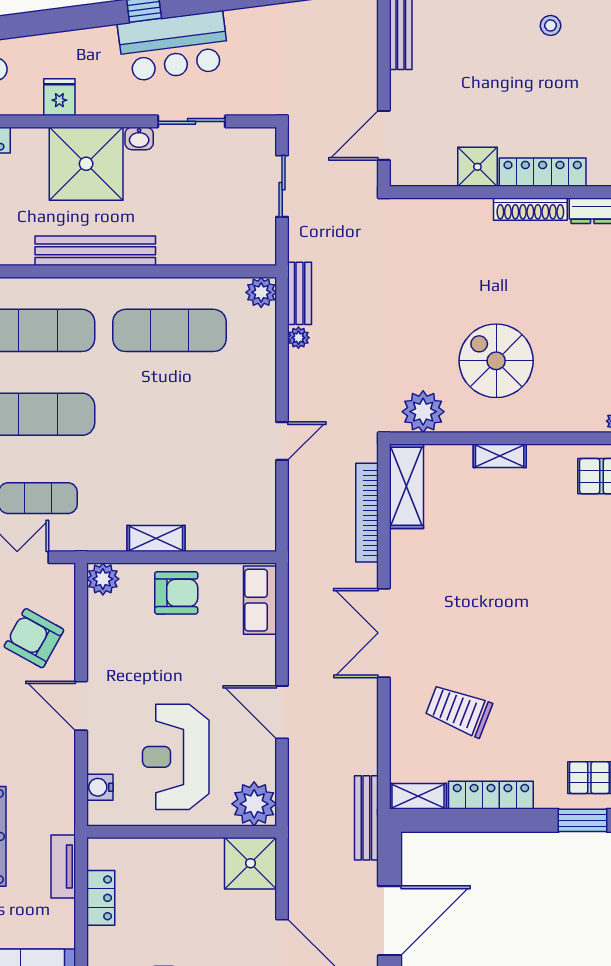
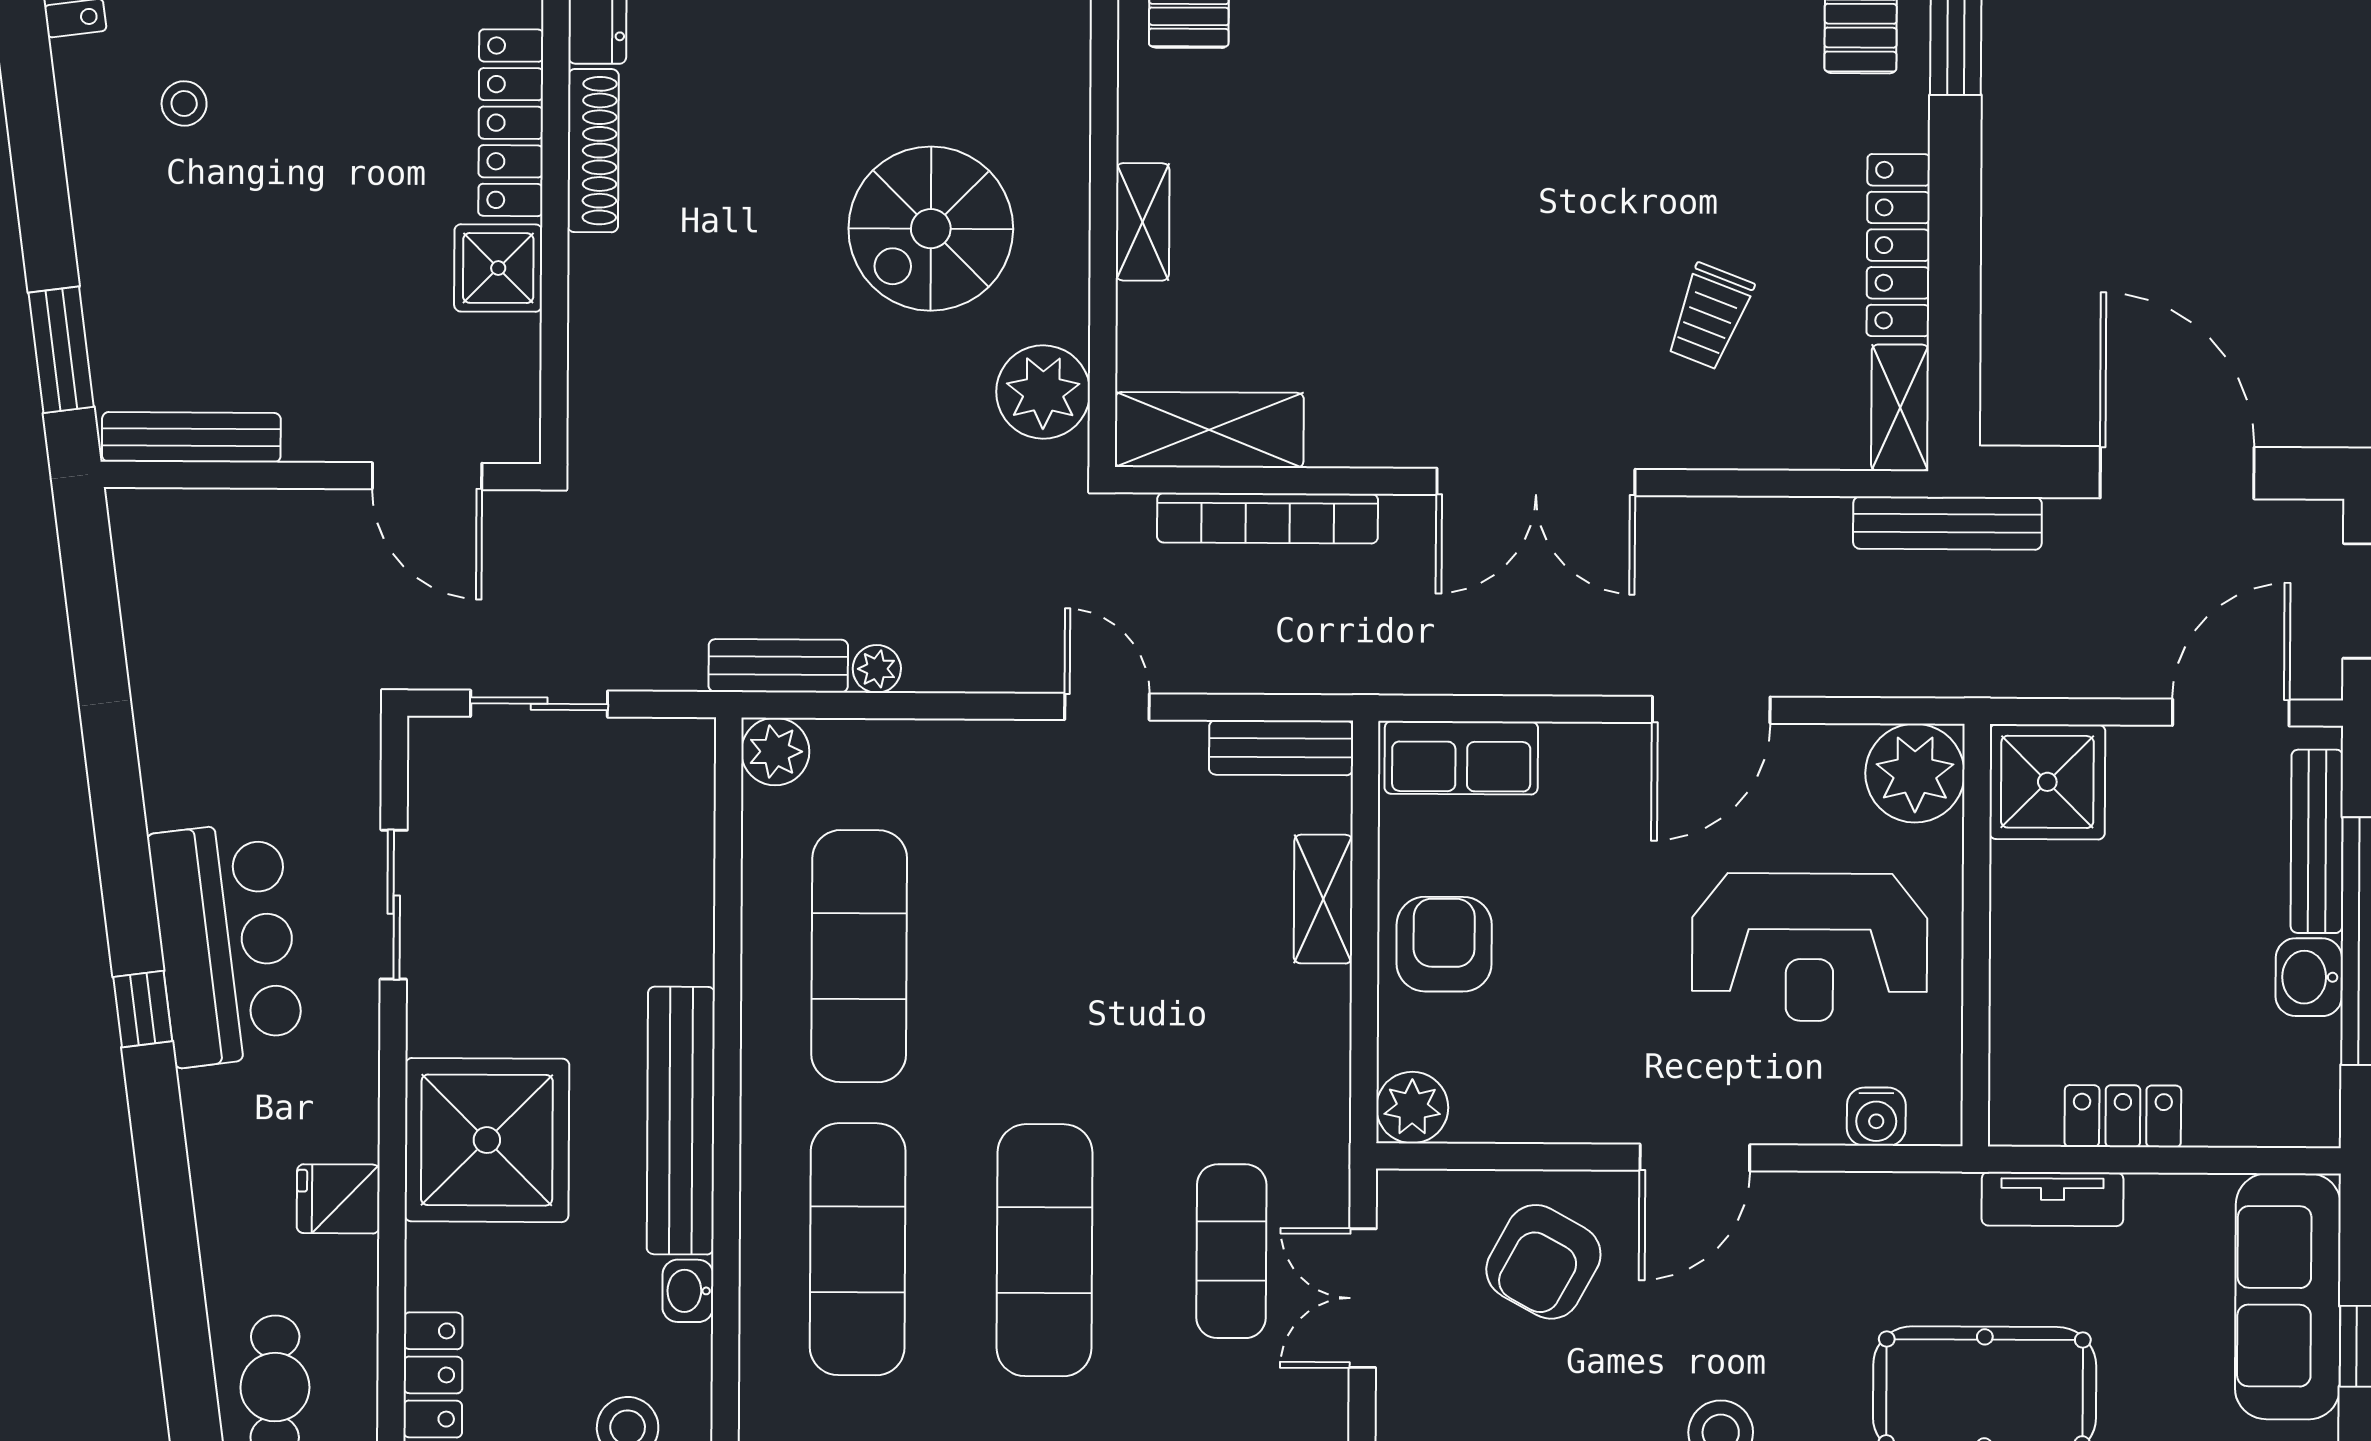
washbasin: (139, 138) -> (688, 1291), moved, turned 180
bench: (264, 519) -> (1281, 748), added
shelving: (156, 538) -> (1323, 899), moved
trolley: (459, 711) -> (1710, 316), width x0.73, depth x0.72

